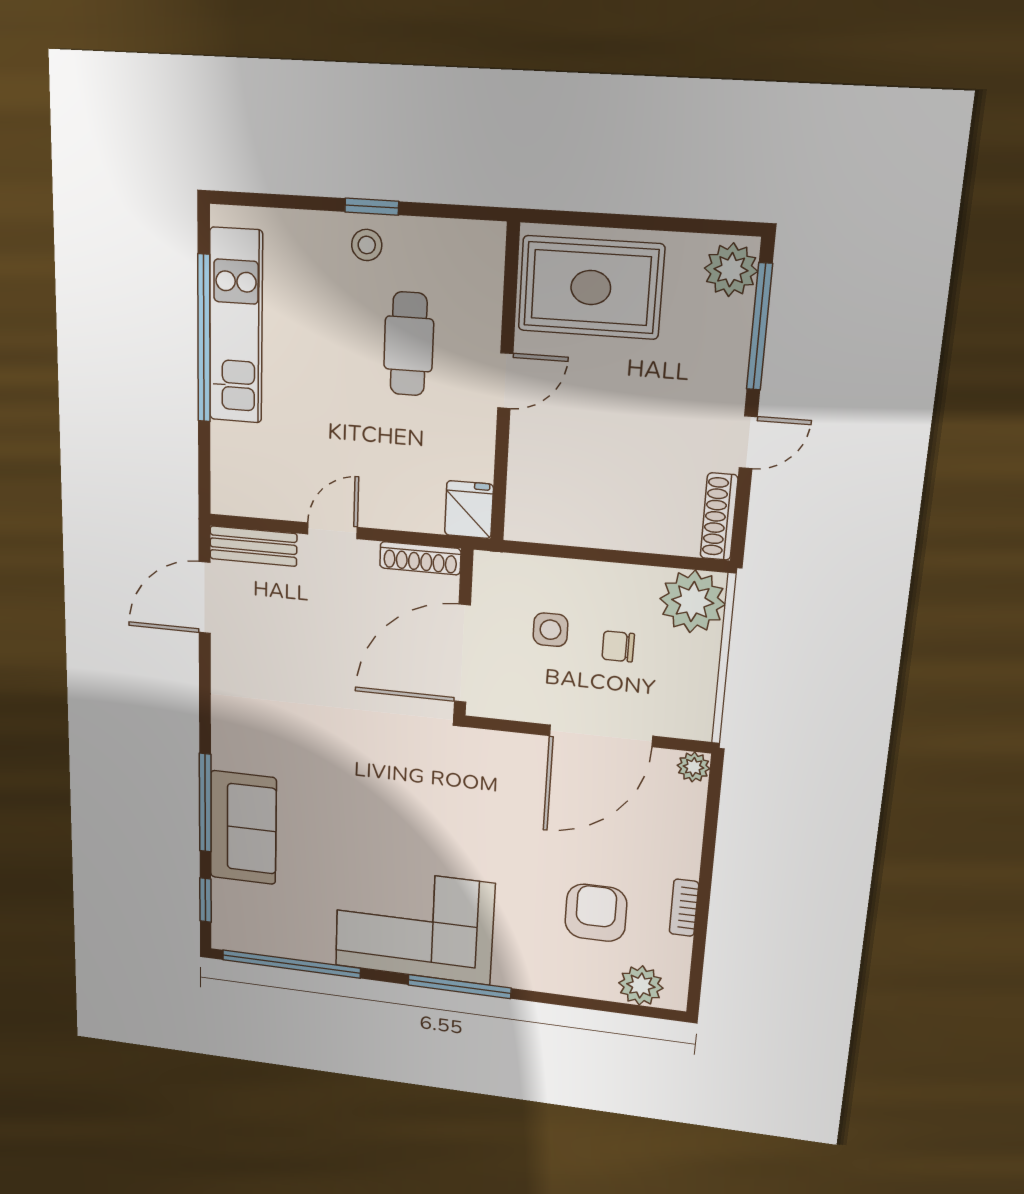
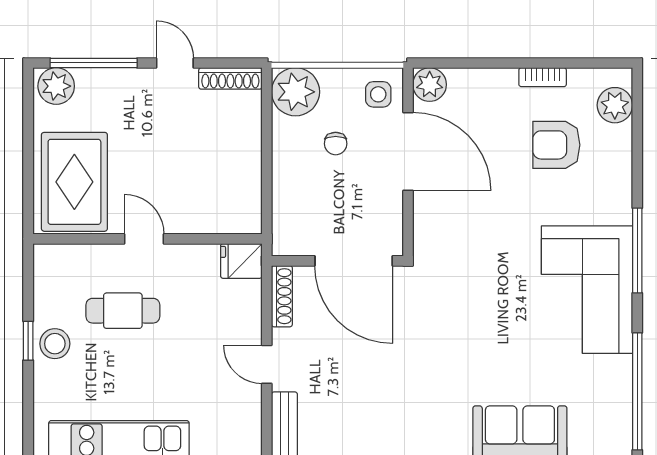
stool: (367, 245) -> (55, 344), width x1.37, depth x1.37
side table: (550, 630) -> (378, 94), moved
plant: (694, 767) -> (430, 85), width x1.38, depth x1.38

